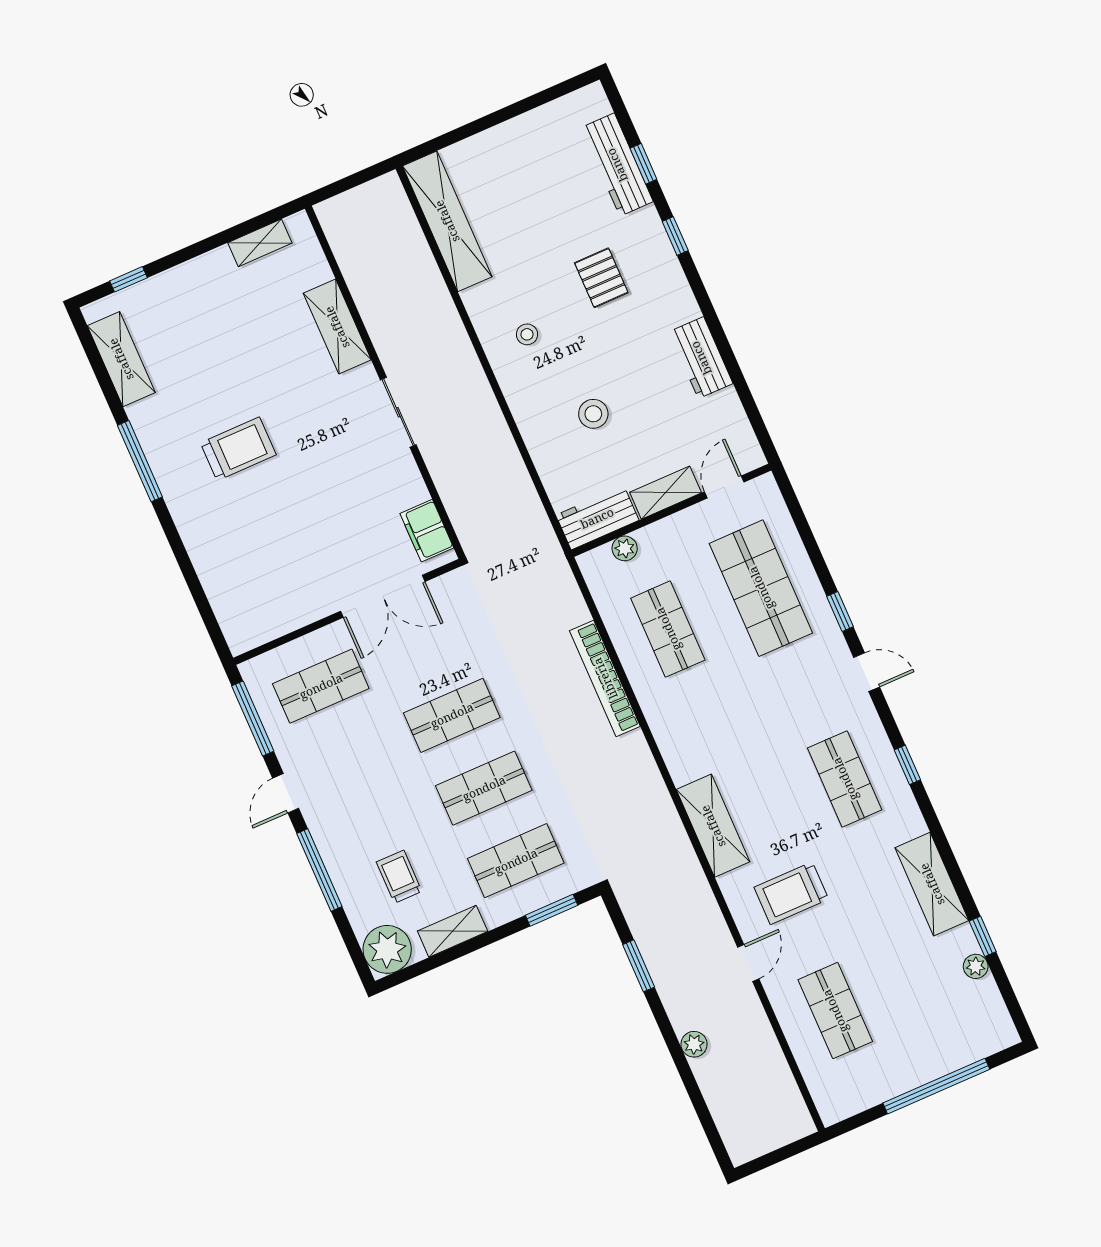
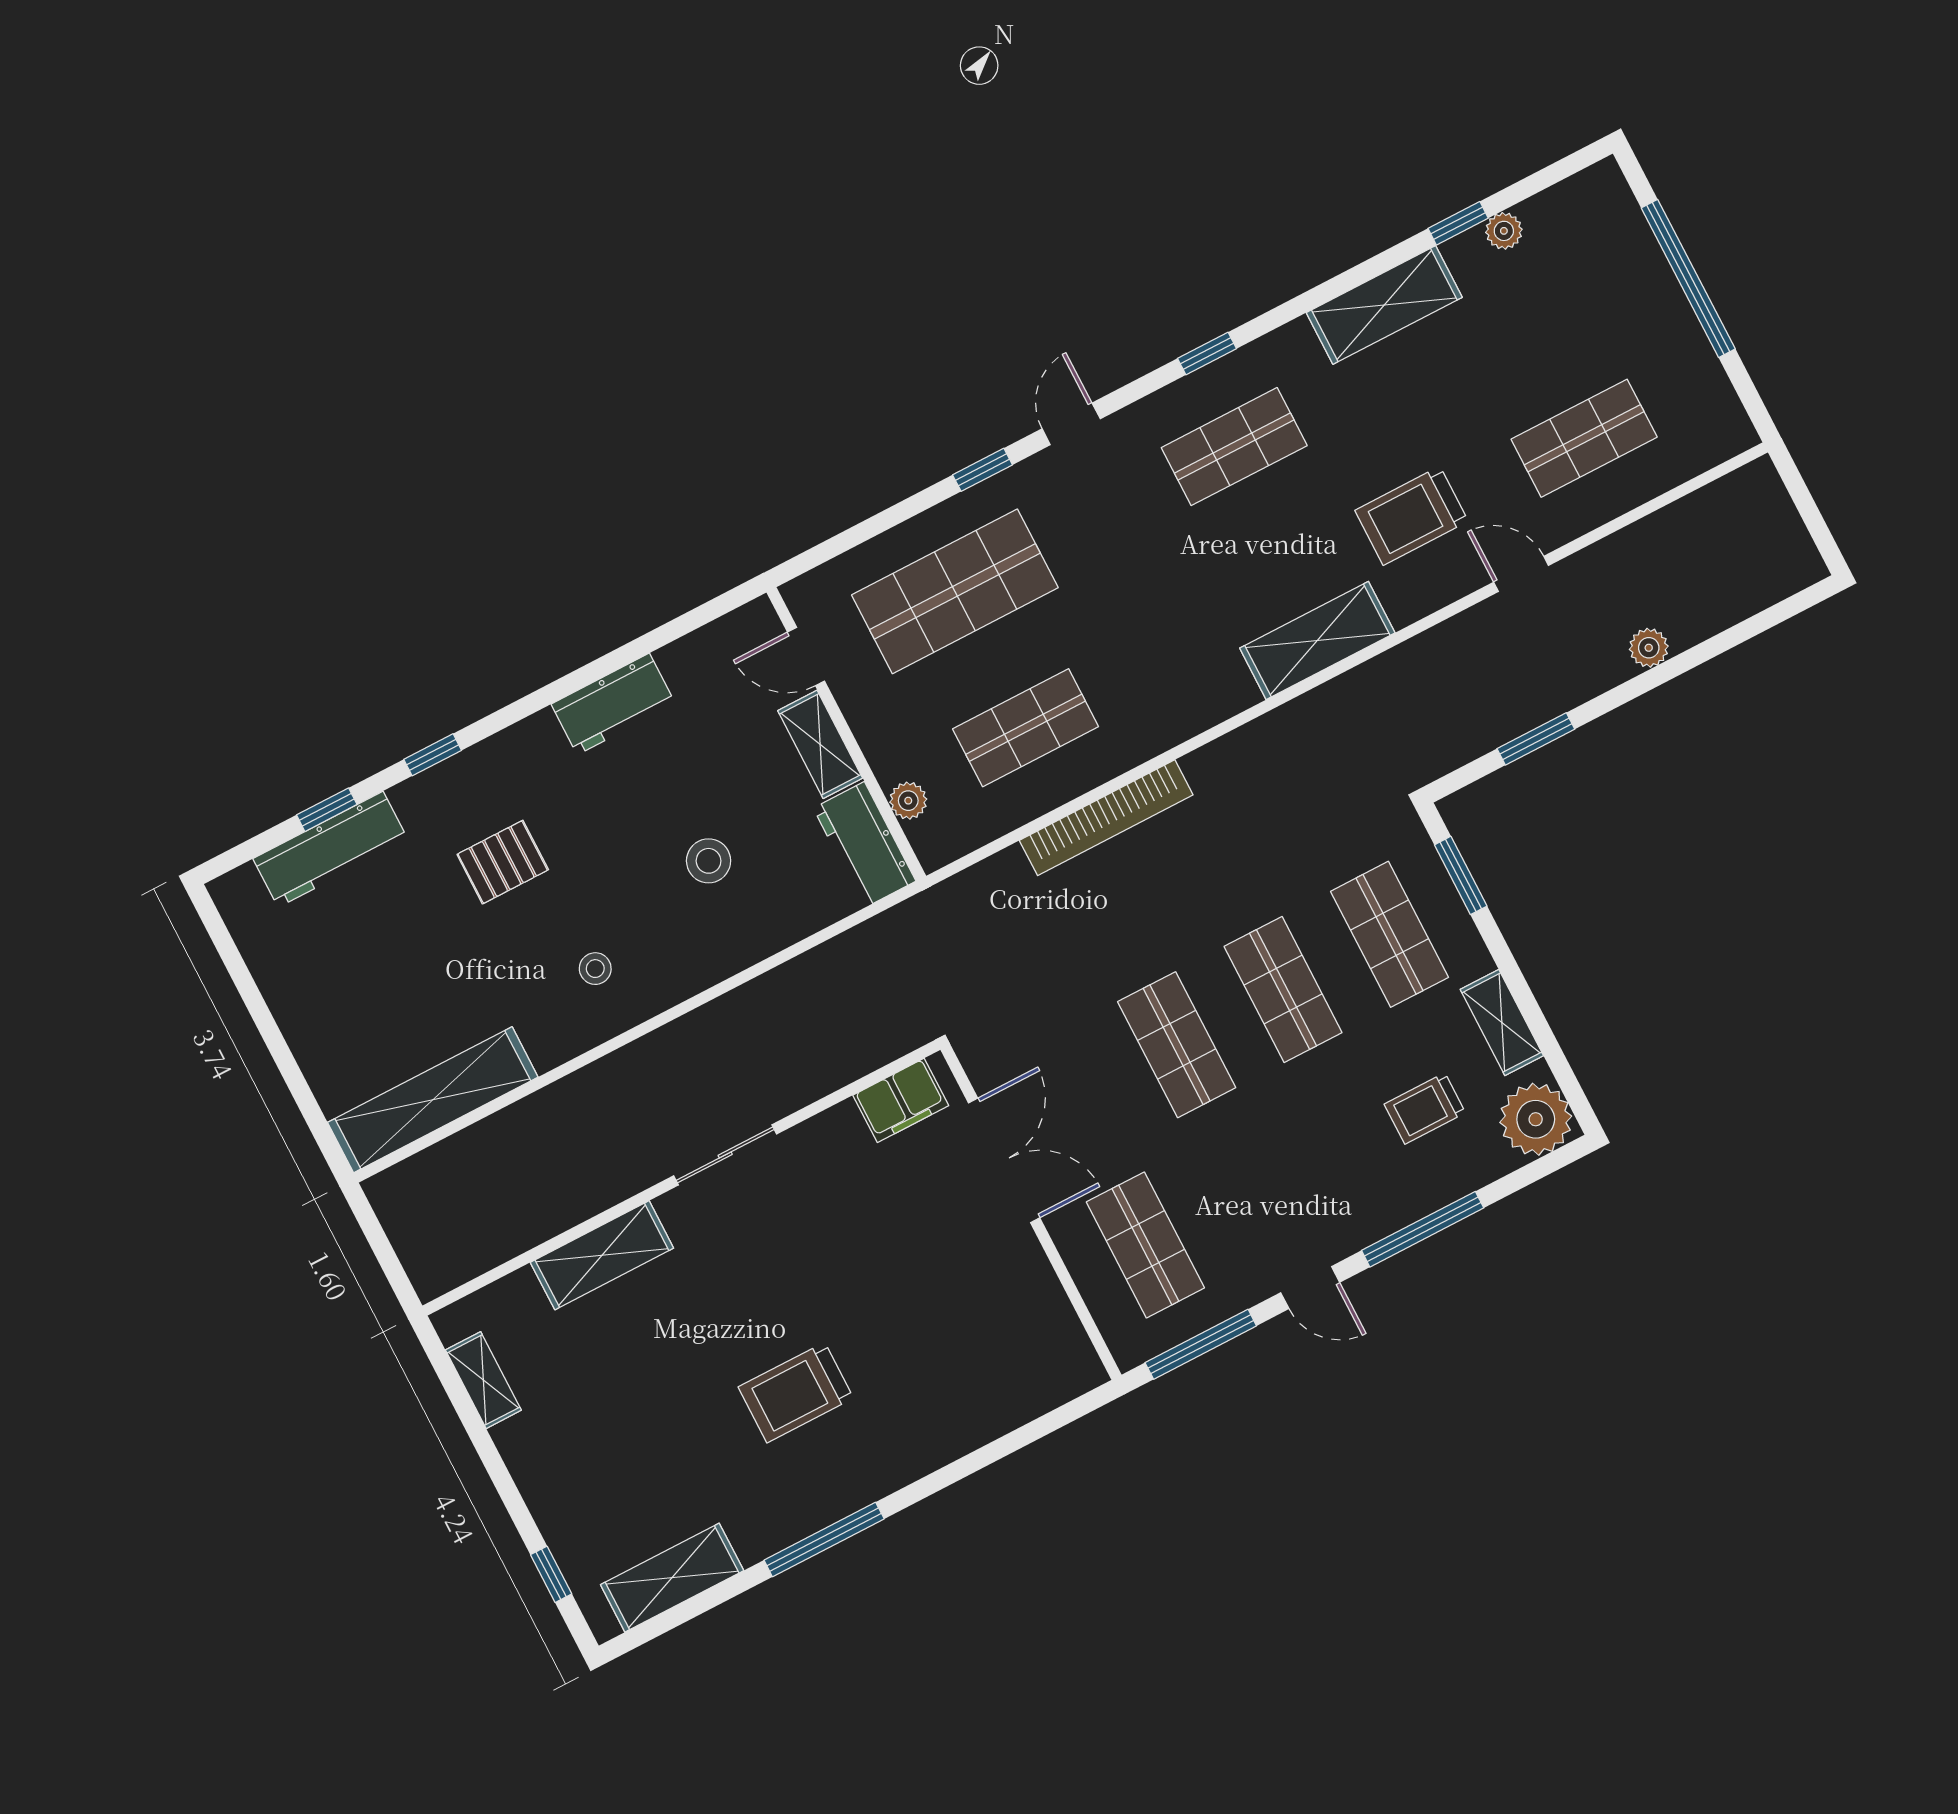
trolley: (238, 449) -> (796, 1393), turned -90
trolley: (791, 893) -> (1412, 516), turned 90

